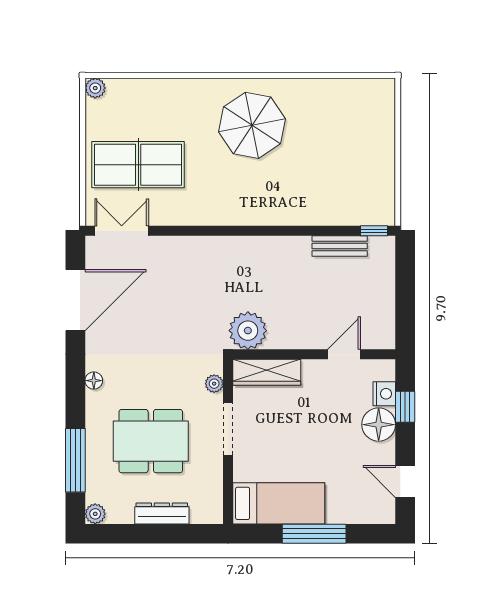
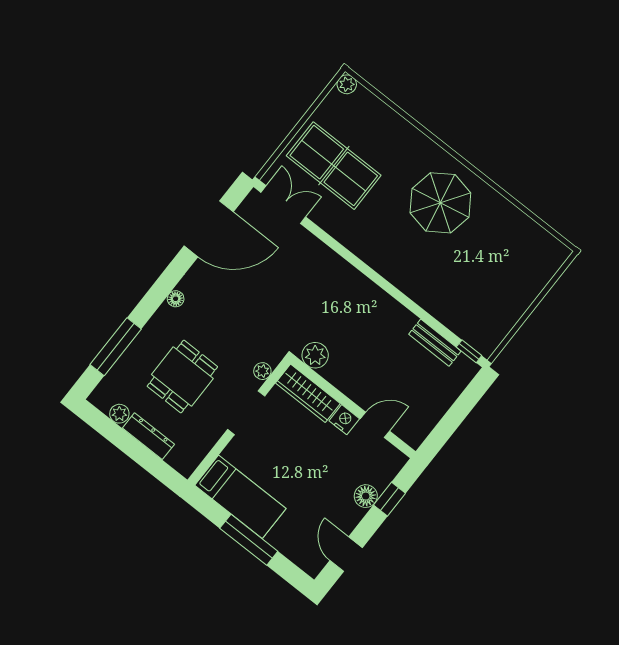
plant: (248, 331) -> (315, 355), width x0.73, depth x0.73
nightstand: (384, 394) -> (344, 420), moved, turned -90
floor lamp: (379, 425) -> (366, 496), width x0.73, depth x0.73
dining table: (151, 441) -> (182, 376), width x0.73
plant: (95, 514) -> (119, 414), moved

